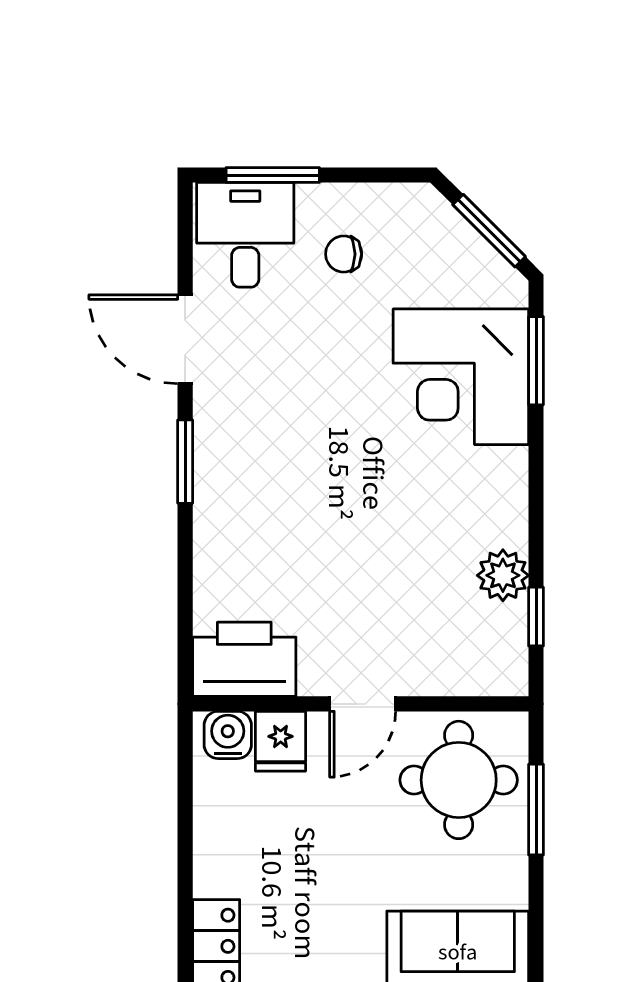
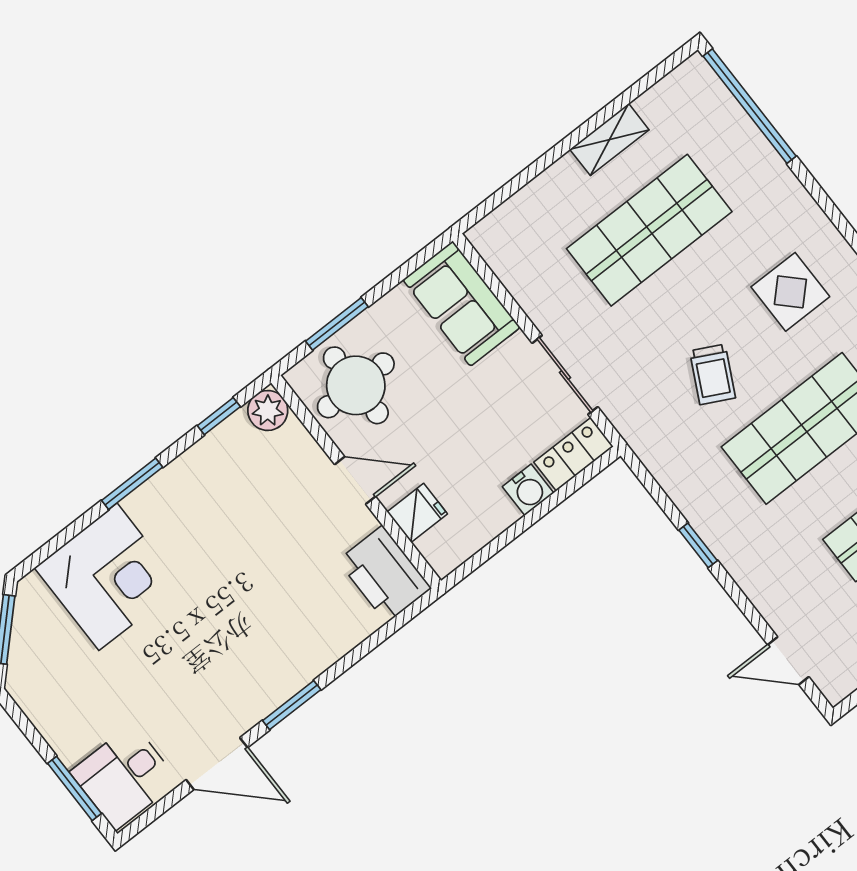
chair: (344, 254) -> (89, 707), removed
door: (185, 339) -> (217, 764), hinge flipped
window: (536, 361) -> (132, 484), moved
plant: (503, 575) -> (268, 410), moved
water cooler: (228, 735) -> (528, 490), moved, turned -90

